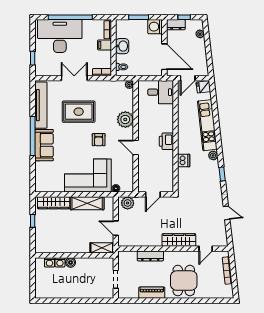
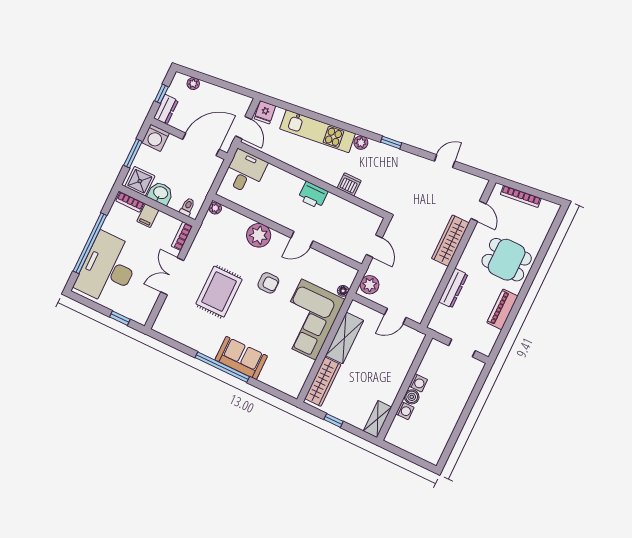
shower: (124, 30) -> (140, 181), added
tv unit: (41, 105) -> (187, 337), removed
shelving: (102, 248) -> (377, 419), moved
washing machine: (49, 262) -> (418, 383), moved

